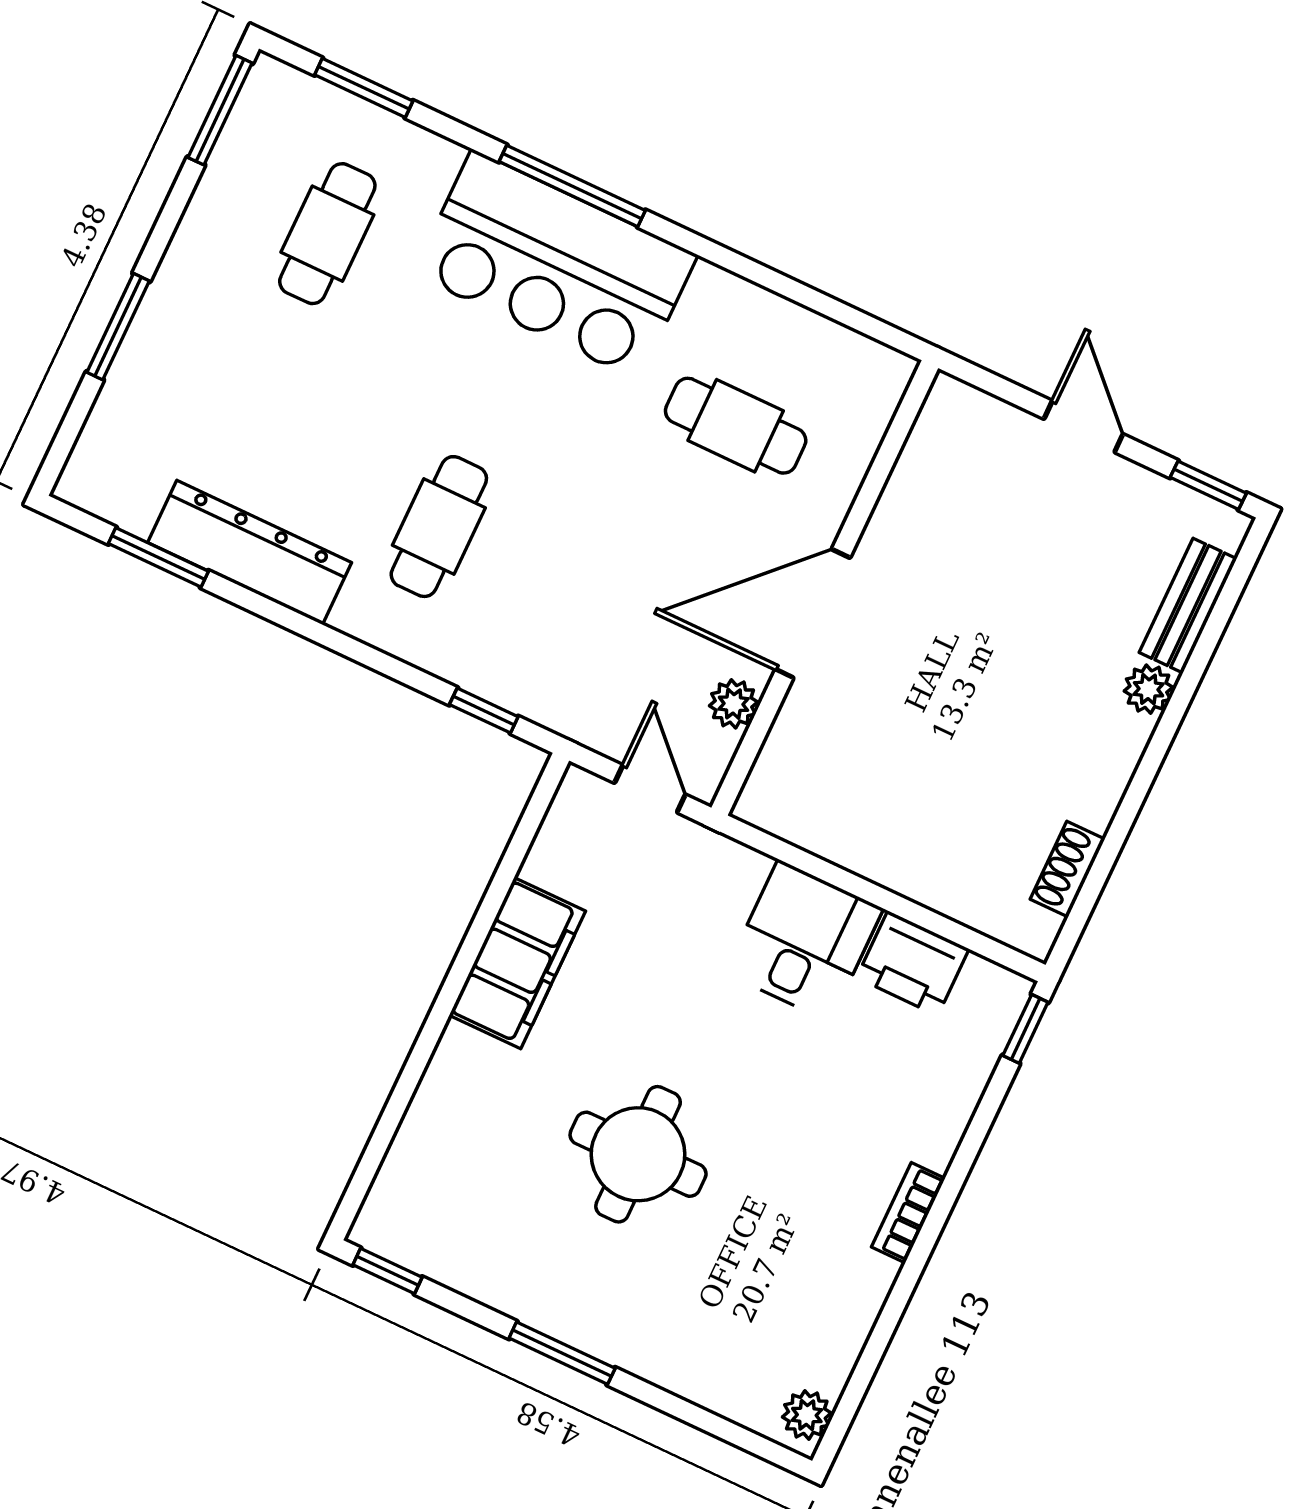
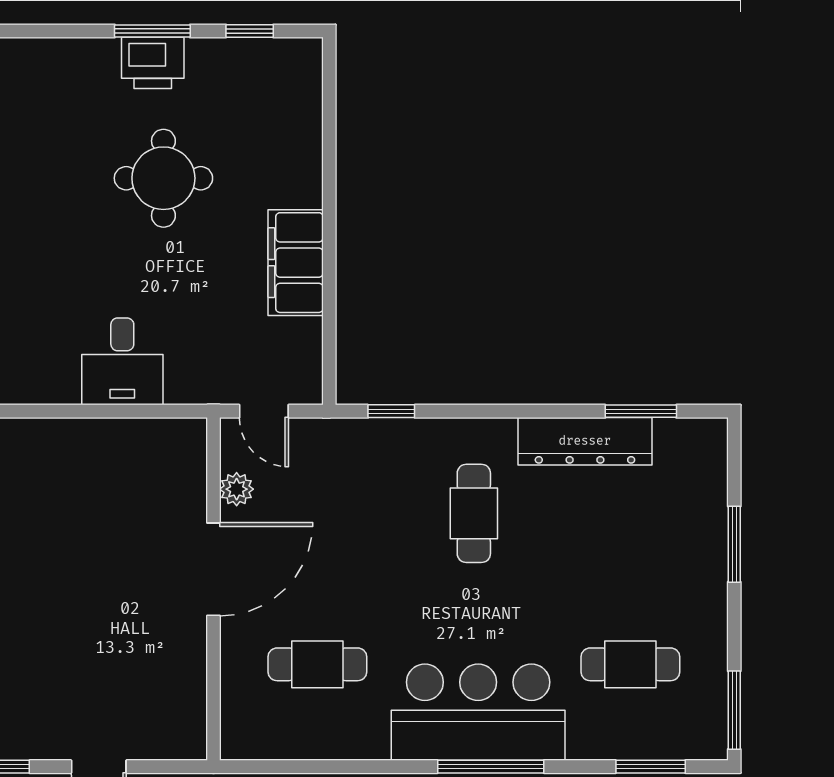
cafe table: (327, 234) -> (630, 664), turned 90
printer: (913, 963) -> (153, 63), moved, turned 180
window: (388, 1271) -> (250, 31), moved

